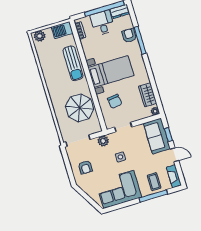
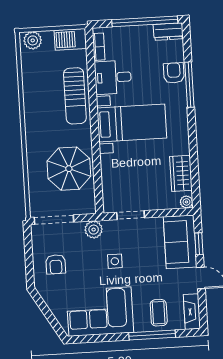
desk: (102, 23) -> (113, 77), moved, turned -90
chair: (115, 101) -> (127, 171), removed

